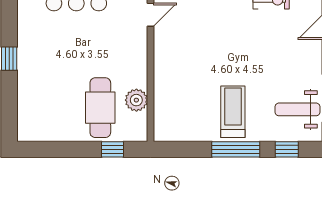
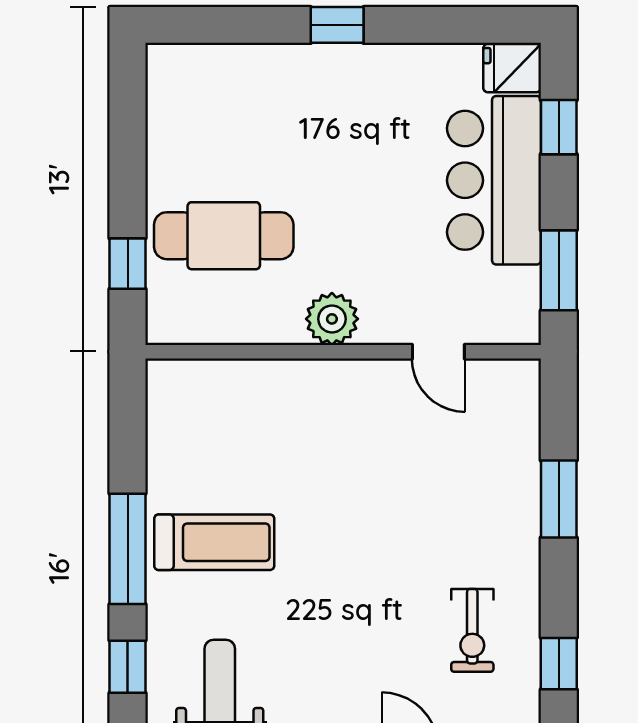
plant: (136, 100) -> (332, 319), moved

